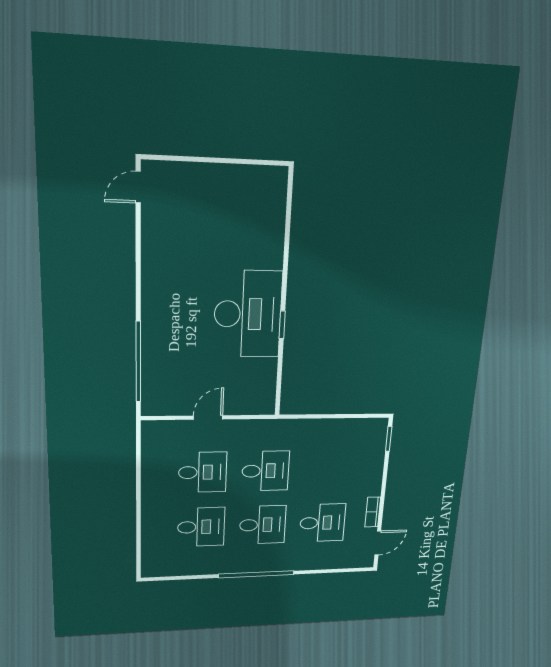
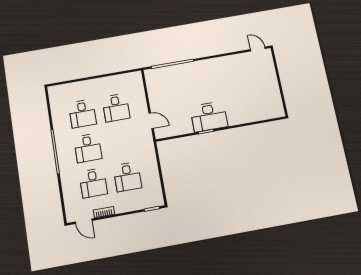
desk: (248, 314) -> (209, 117), width x0.73, depth x0.77
door: (208, 417) -> (151, 121), moved
desk: (265, 471) -> (127, 177), moved

